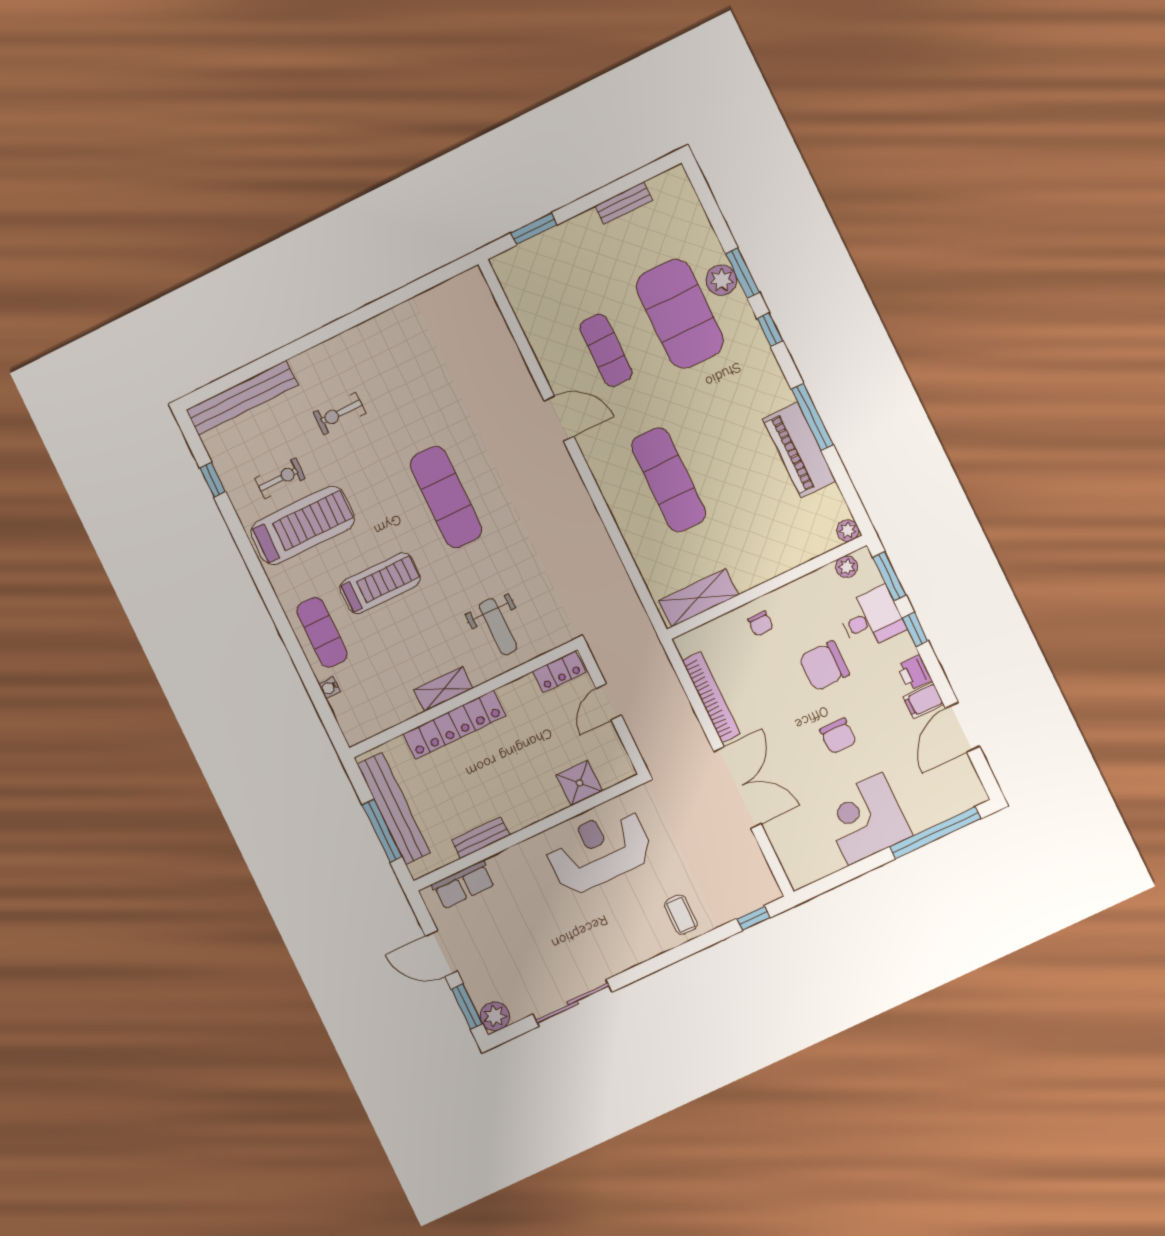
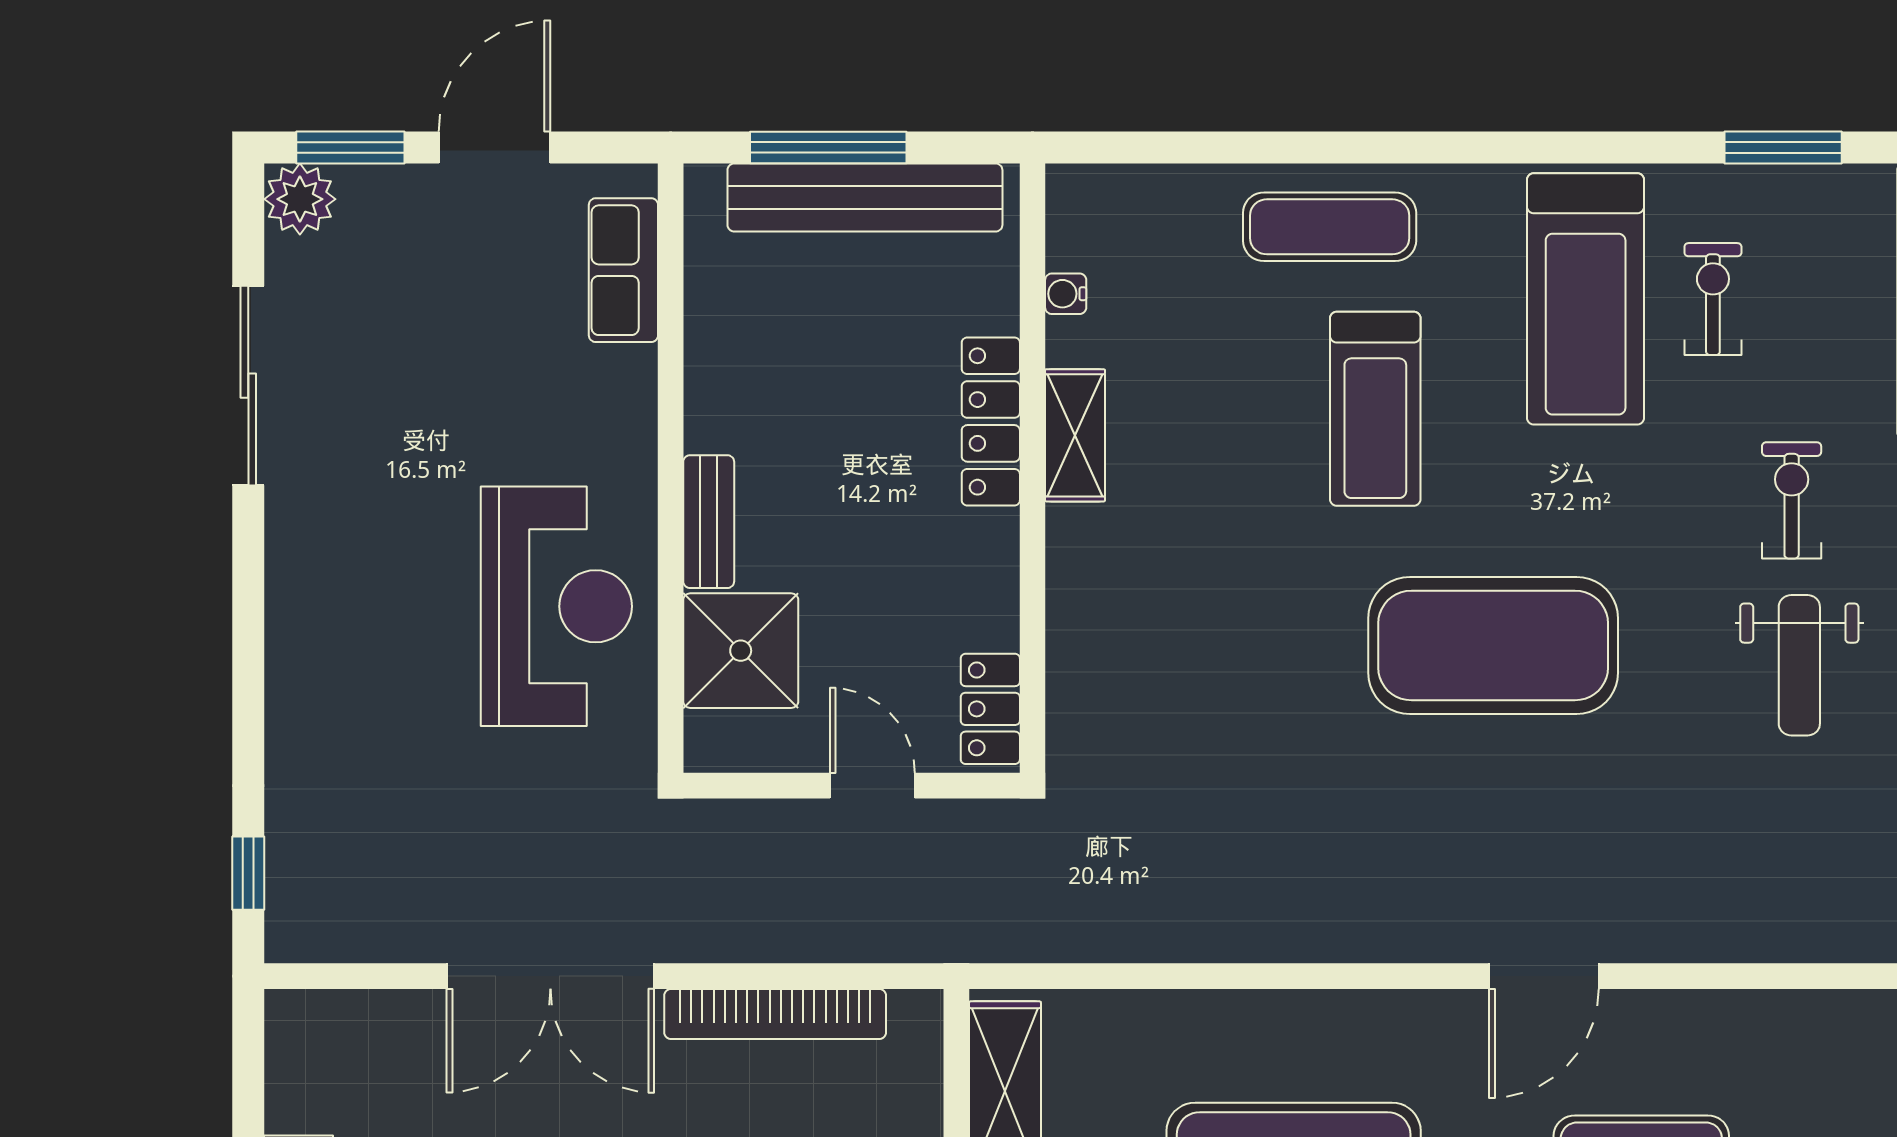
exercise bike: (280, 478) -> (1713, 299), turned 180
window: (213, 480) -> (1783, 147), width x1.50
exercise mat: (446, 497) -> (1493, 645), width x1.47
weight bench: (498, 627) -> (1799, 665), moved, turned -90
water cooler: (329, 688) -> (1066, 294), moved, turned -90
locker: (454, 725) -> (991, 421), width x0.71, depth x0.83
shower: (579, 783) -> (741, 651), width x1.36, depth x1.36
bench: (481, 838) -> (709, 522), moved
coffee table: (681, 915) -> (331, 718), removed

